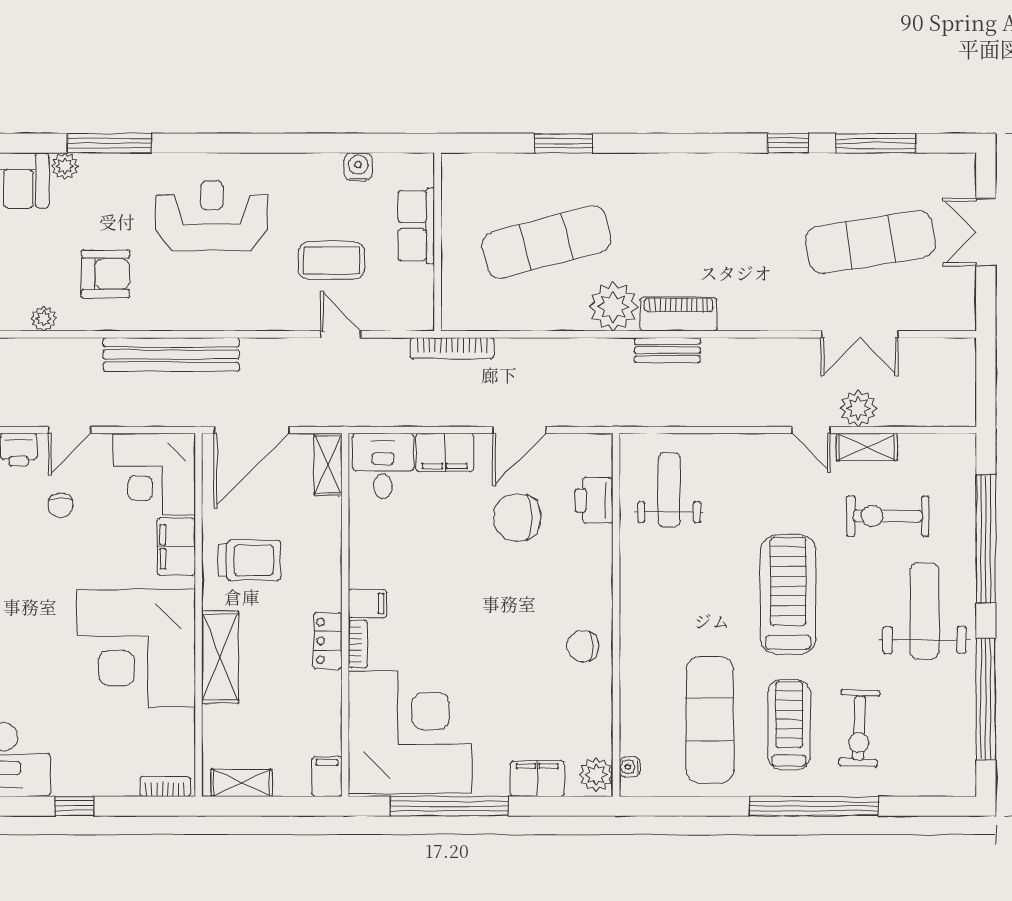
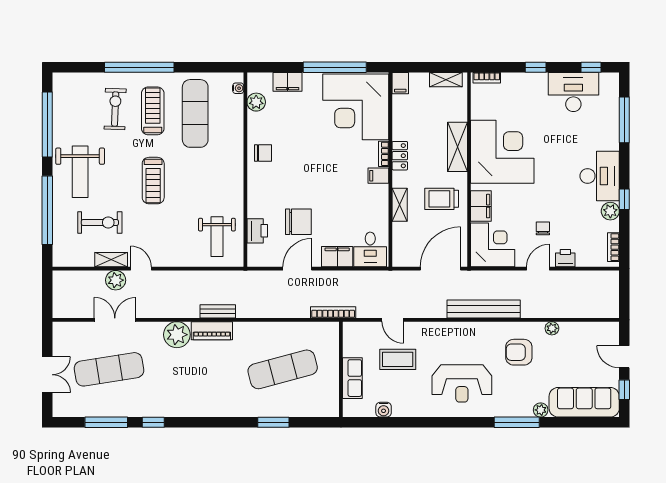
plant: (613, 307) -> (177, 335), moved
shelving: (328, 464) -> (400, 205), moved
treadmill: (788, 594) -> (153, 181), width x0.73, depth x0.73
treadmill: (789, 725) -> (153, 111), turned 180
plant: (596, 775) -> (256, 102), moved

